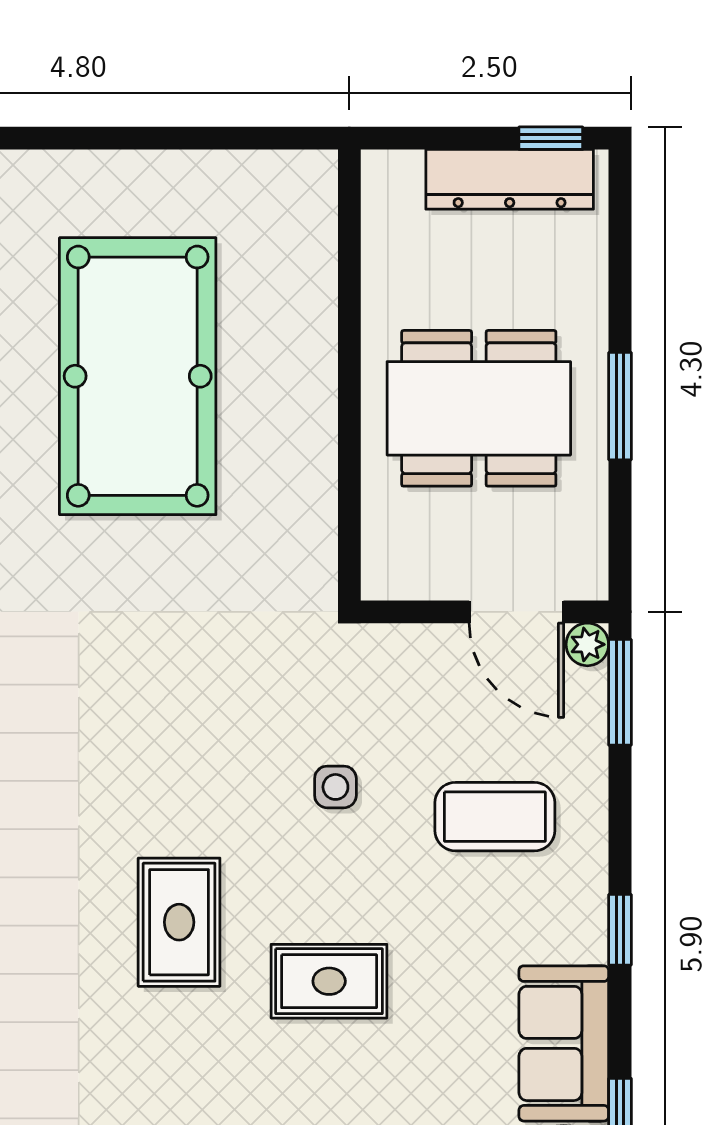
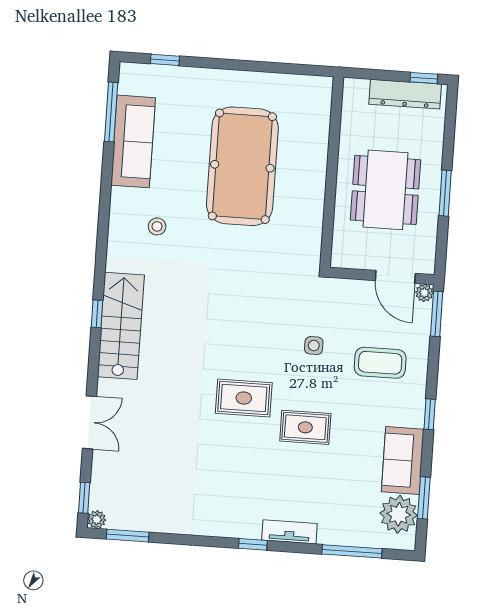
dining table: (479, 408) -> (385, 190), turned 90
rug: (179, 922) -> (244, 398), turned 90

